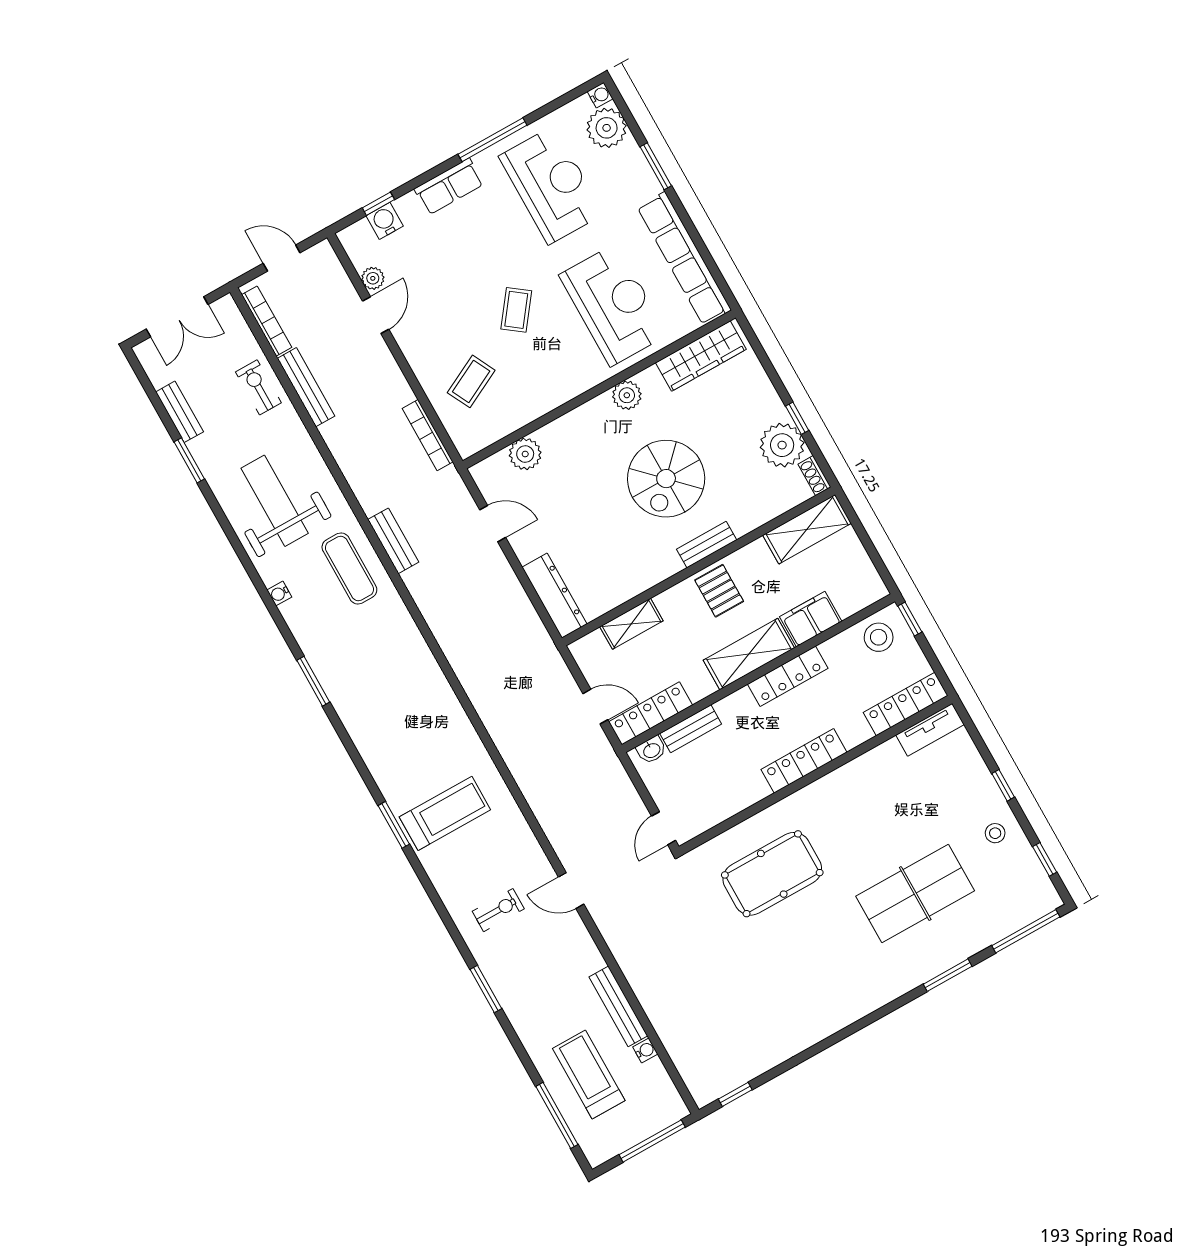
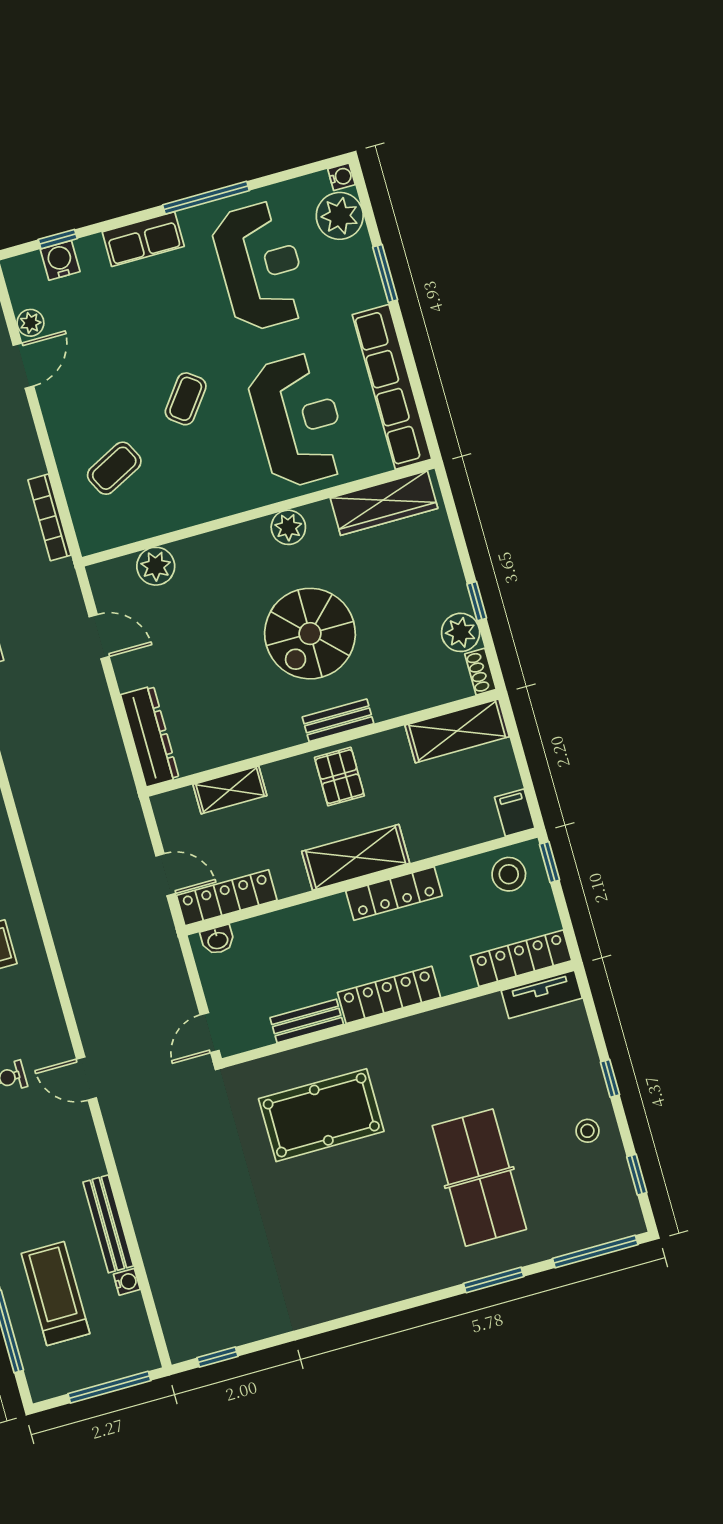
plant: (782, 445) -> (461, 632), width x0.73, depth x0.73
filing cabinet: (811, 619) -> (515, 813), moved, width x0.50
bench: (691, 729) -> (307, 1021), moved
table tennis table: (915, 893) -> (479, 1178), turned 90

